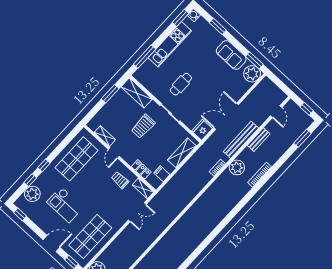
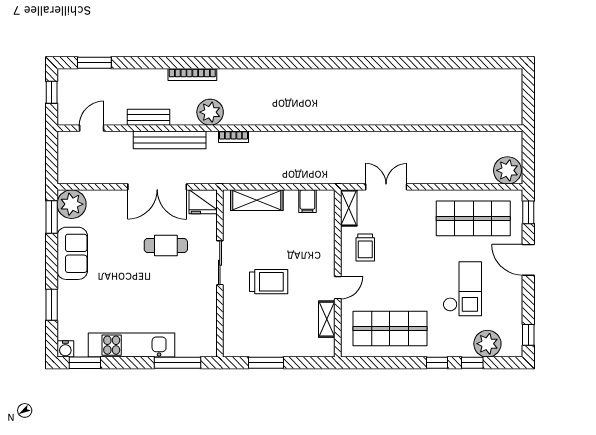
cafe table: (181, 84) -> (166, 245), moved
shelving: (137, 93) -> (234, 330), removed
locker: (141, 169) -> (326, 233), removed

